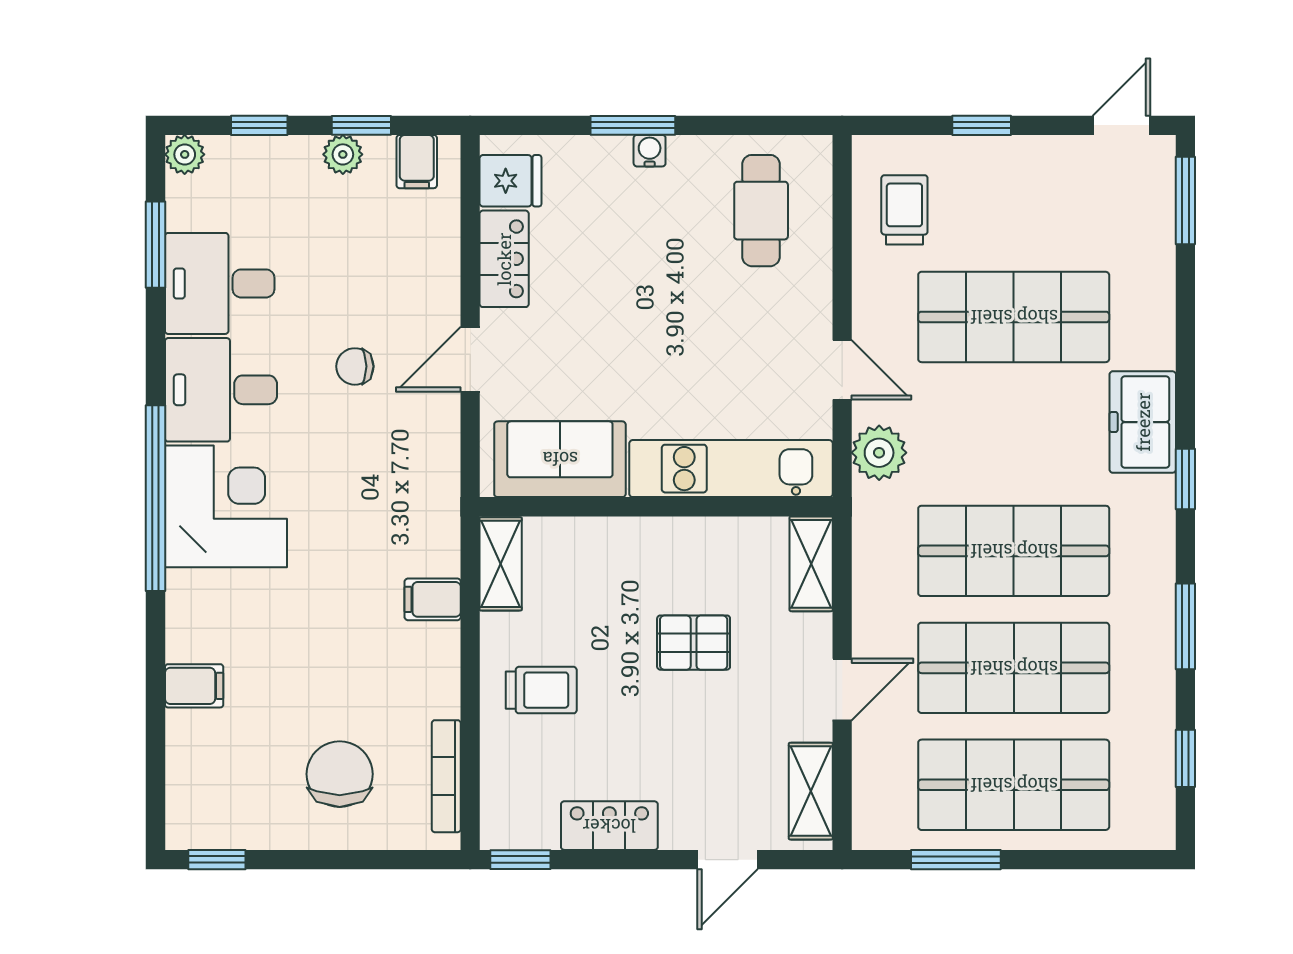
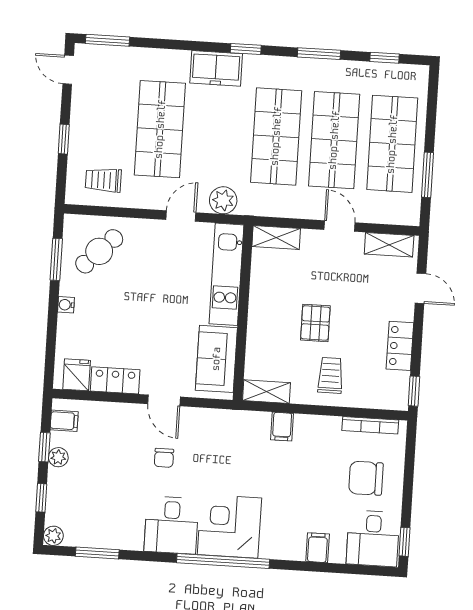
window: (633, 125) -> (56, 259), moved
cafe table: (761, 211) -> (99, 251), turned -45
desk: (220, 283) -> (373, 538), moved
pallet: (694, 643) -> (315, 323), moved

